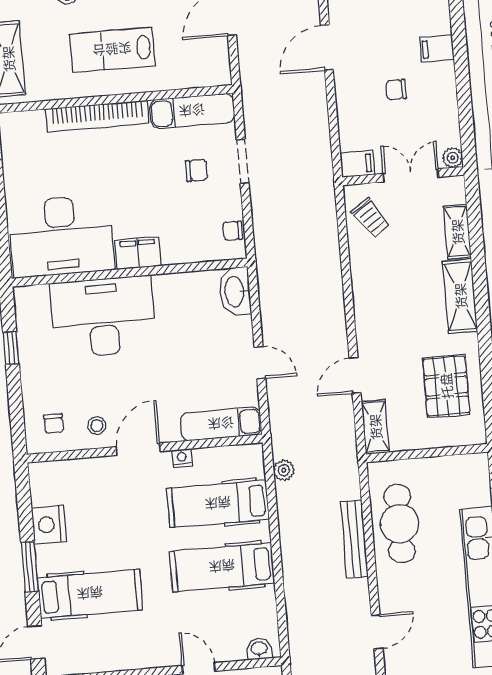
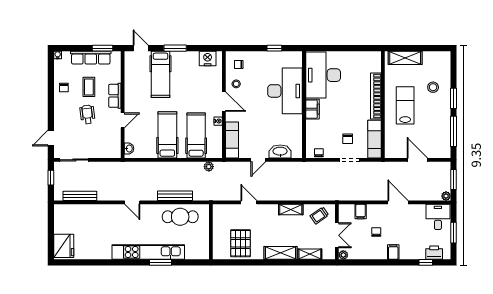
filing cabinet: (357, 164) -> (361, 212), moved
washbasin: (235, 291) -> (280, 152), moved
pallet: (446, 386) -> (241, 243), turned 90
shelving: (375, 427) -> (291, 210), moved
nightstand: (49, 525) -> (208, 58), moved

